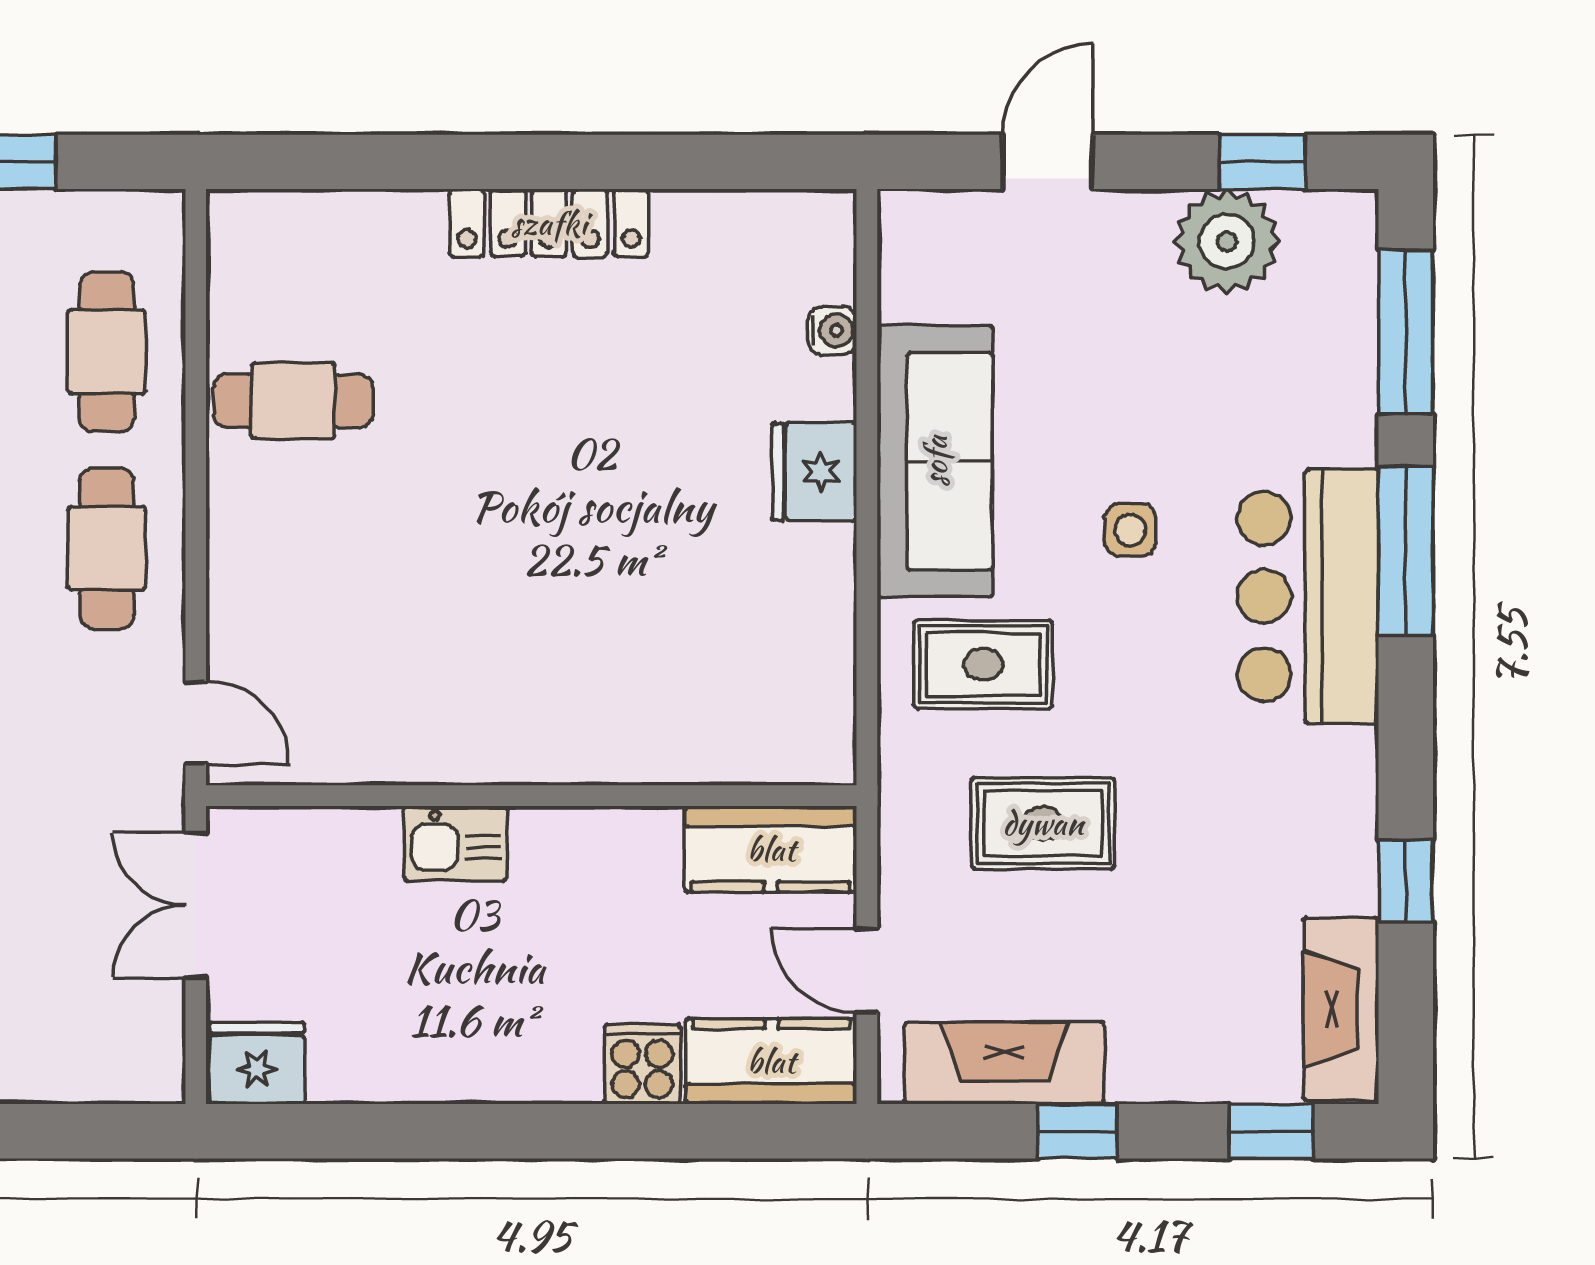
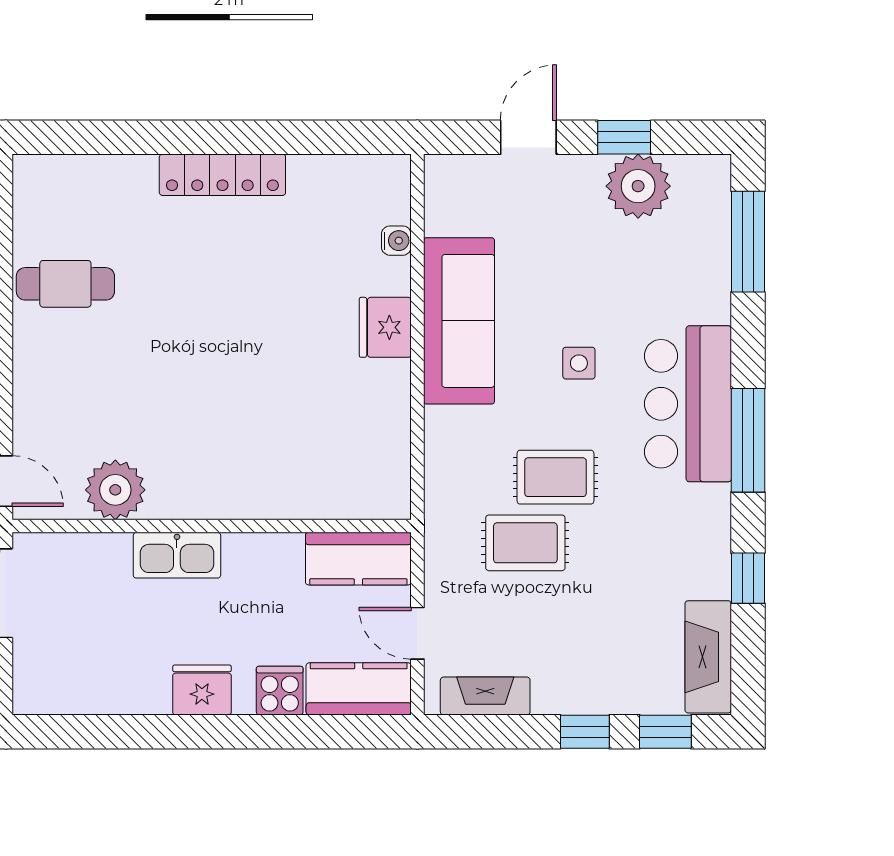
window: (1262, 162) -> (624, 137), moved
window: (1406, 551) -> (748, 440), moved
rug: (983, 664) -> (555, 477), moved
plant: (374, 737) -> (115, 490), added
kitchen sink: (456, 843) -> (177, 555), width x1.38
fridge: (257, 1063) -> (202, 690), moved
fireplace: (1004, 1063) -> (485, 696), width x0.73, depth x0.76
window: (1077, 1131) -> (585, 732), moved

